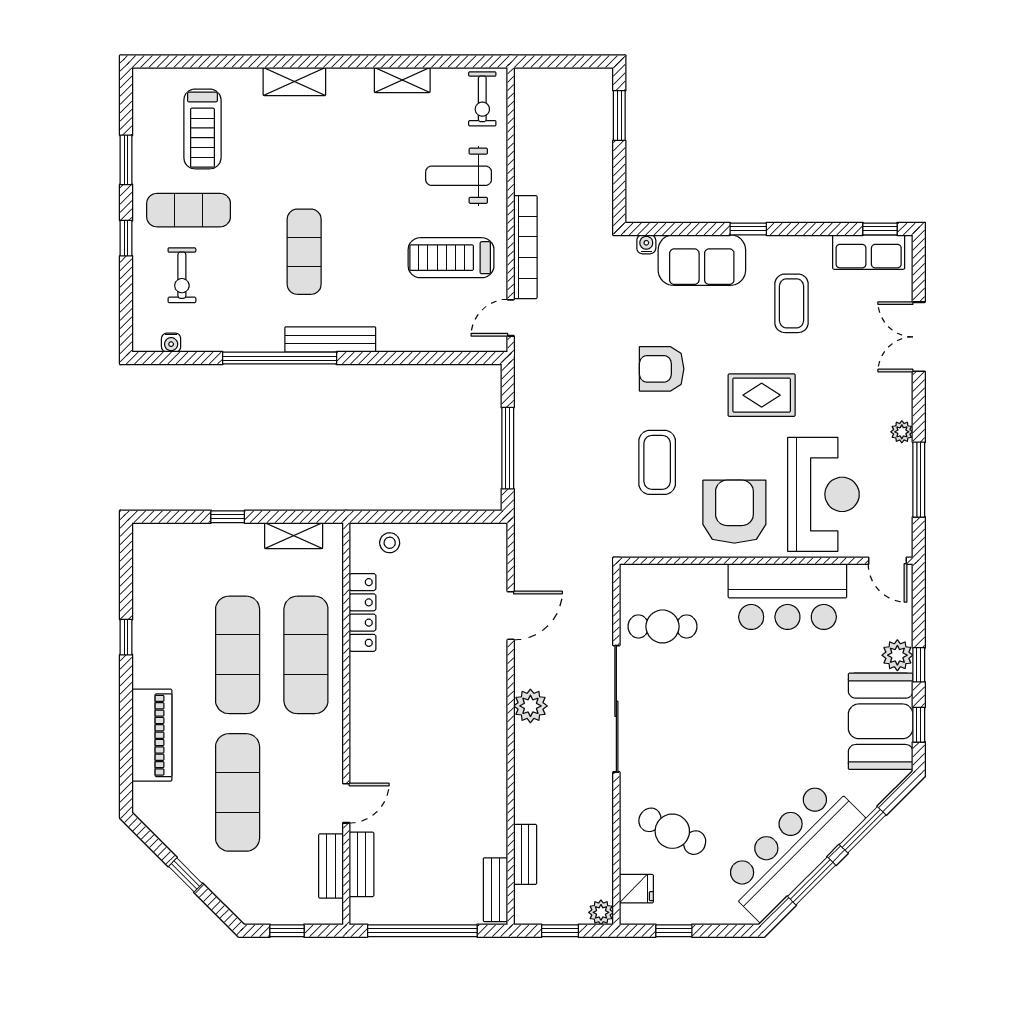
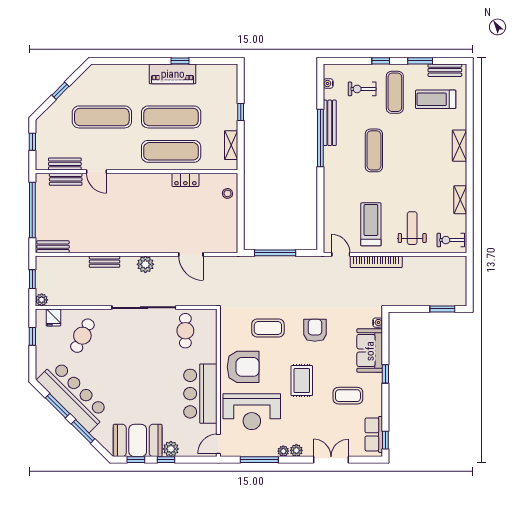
bench: (145, 111) -> (445, 70), added
exercise mat: (304, 252) -> (374, 150), turned 90
bench: (330, 340) -> (330, 123), moved
plant: (900, 406) -> (296, 450), added
locker: (363, 612) -> (185, 180), width x0.66
piano: (152, 735) -> (173, 74), moved
bench: (525, 854) -> (104, 262), moved

